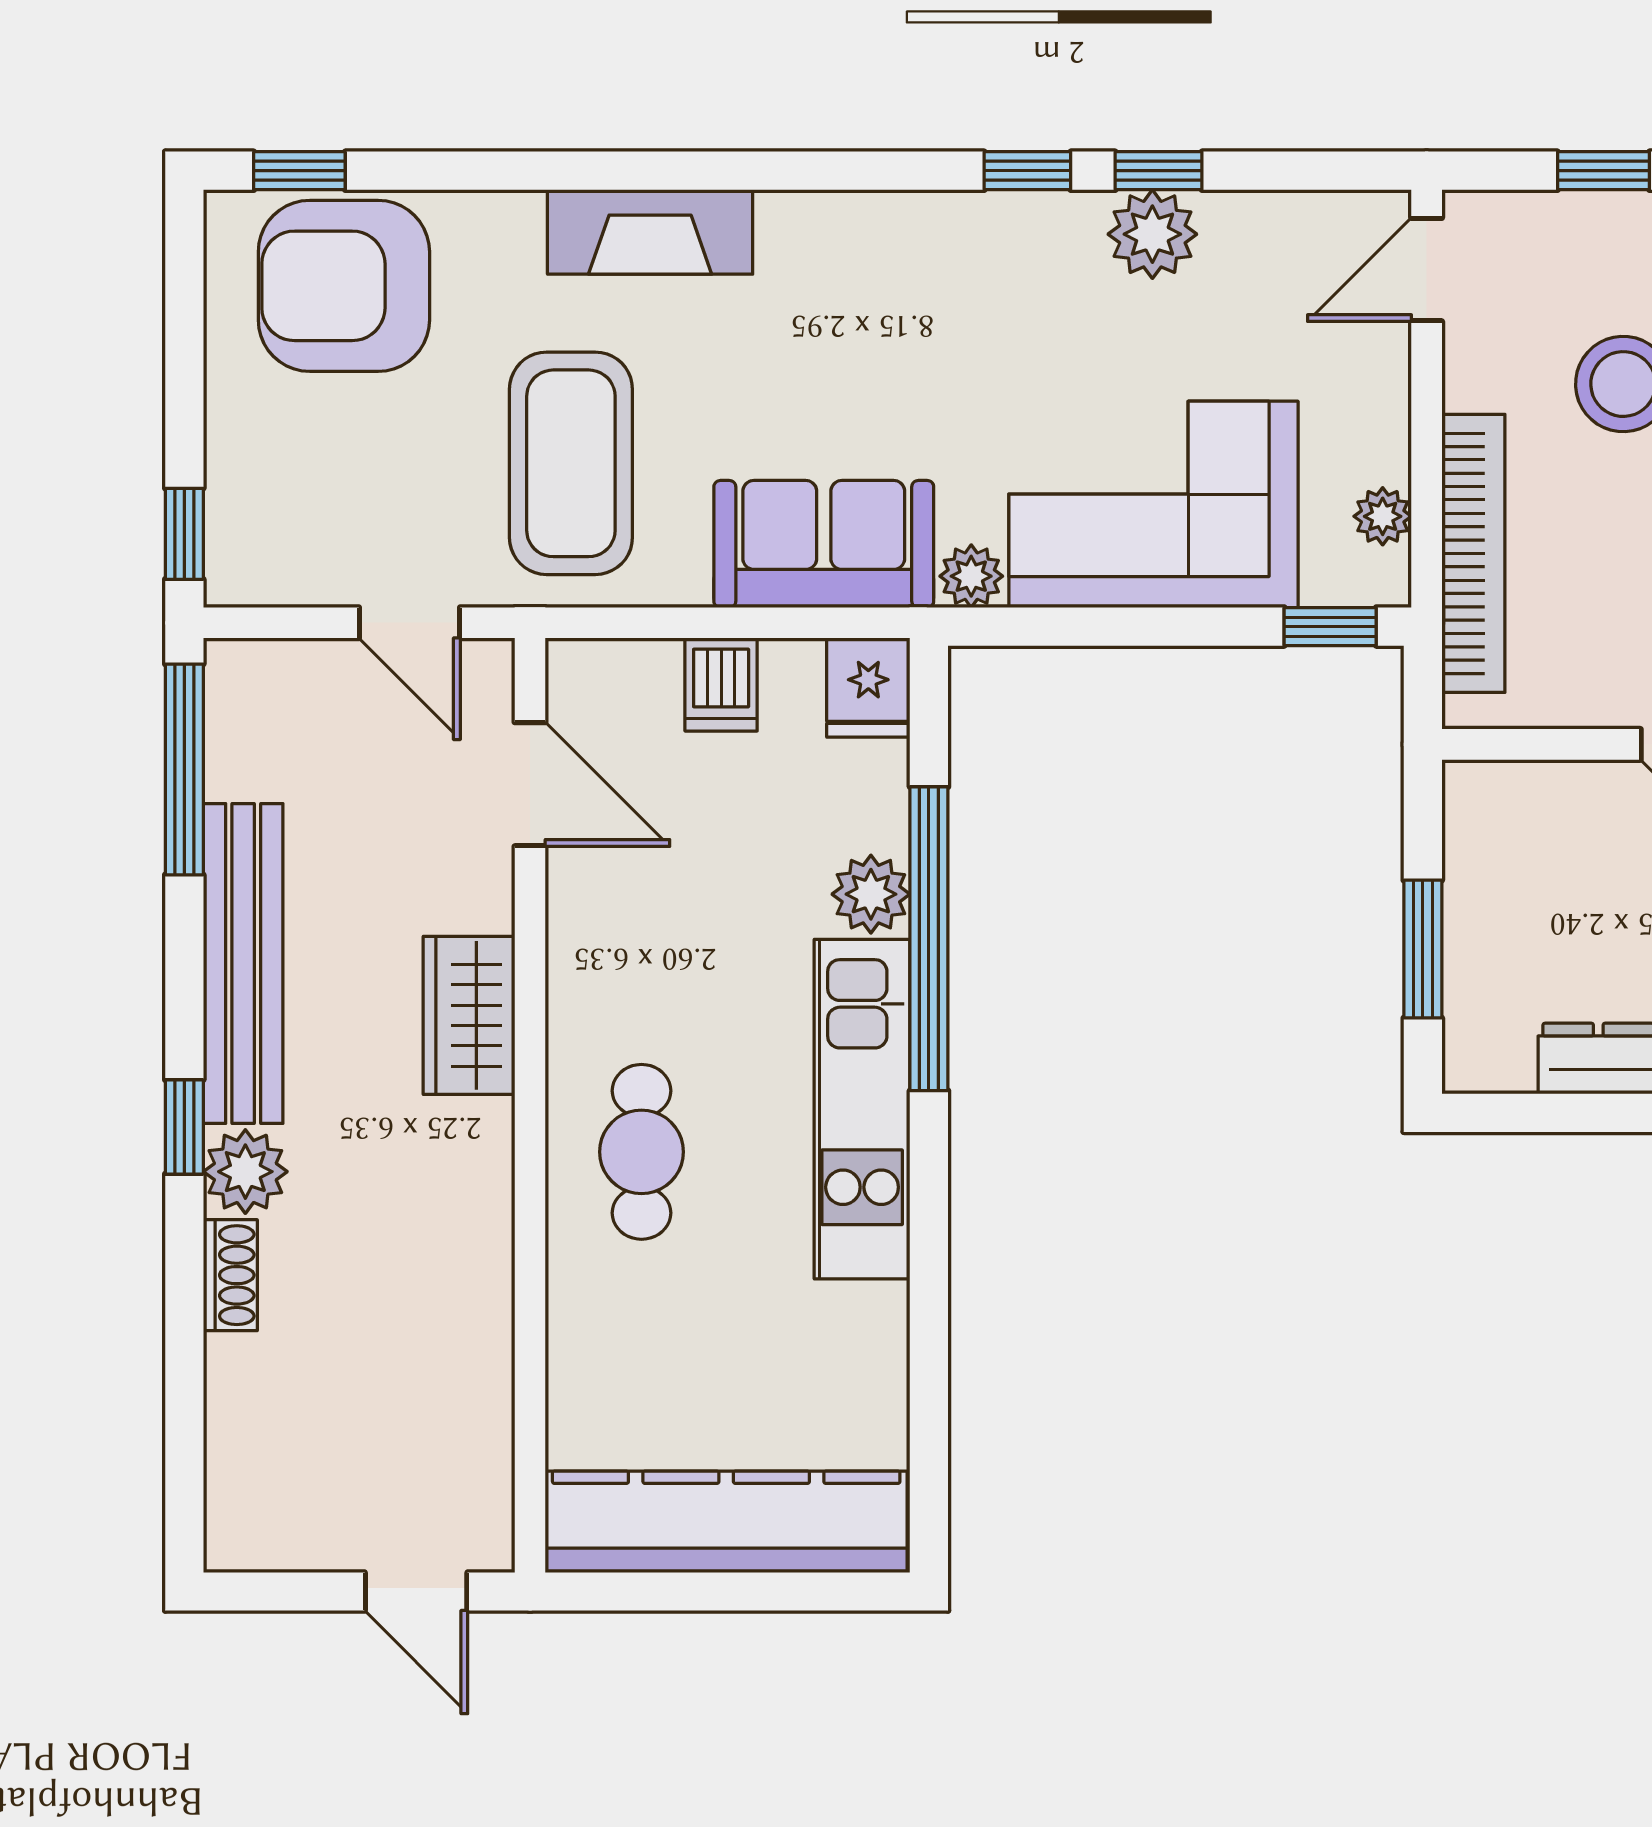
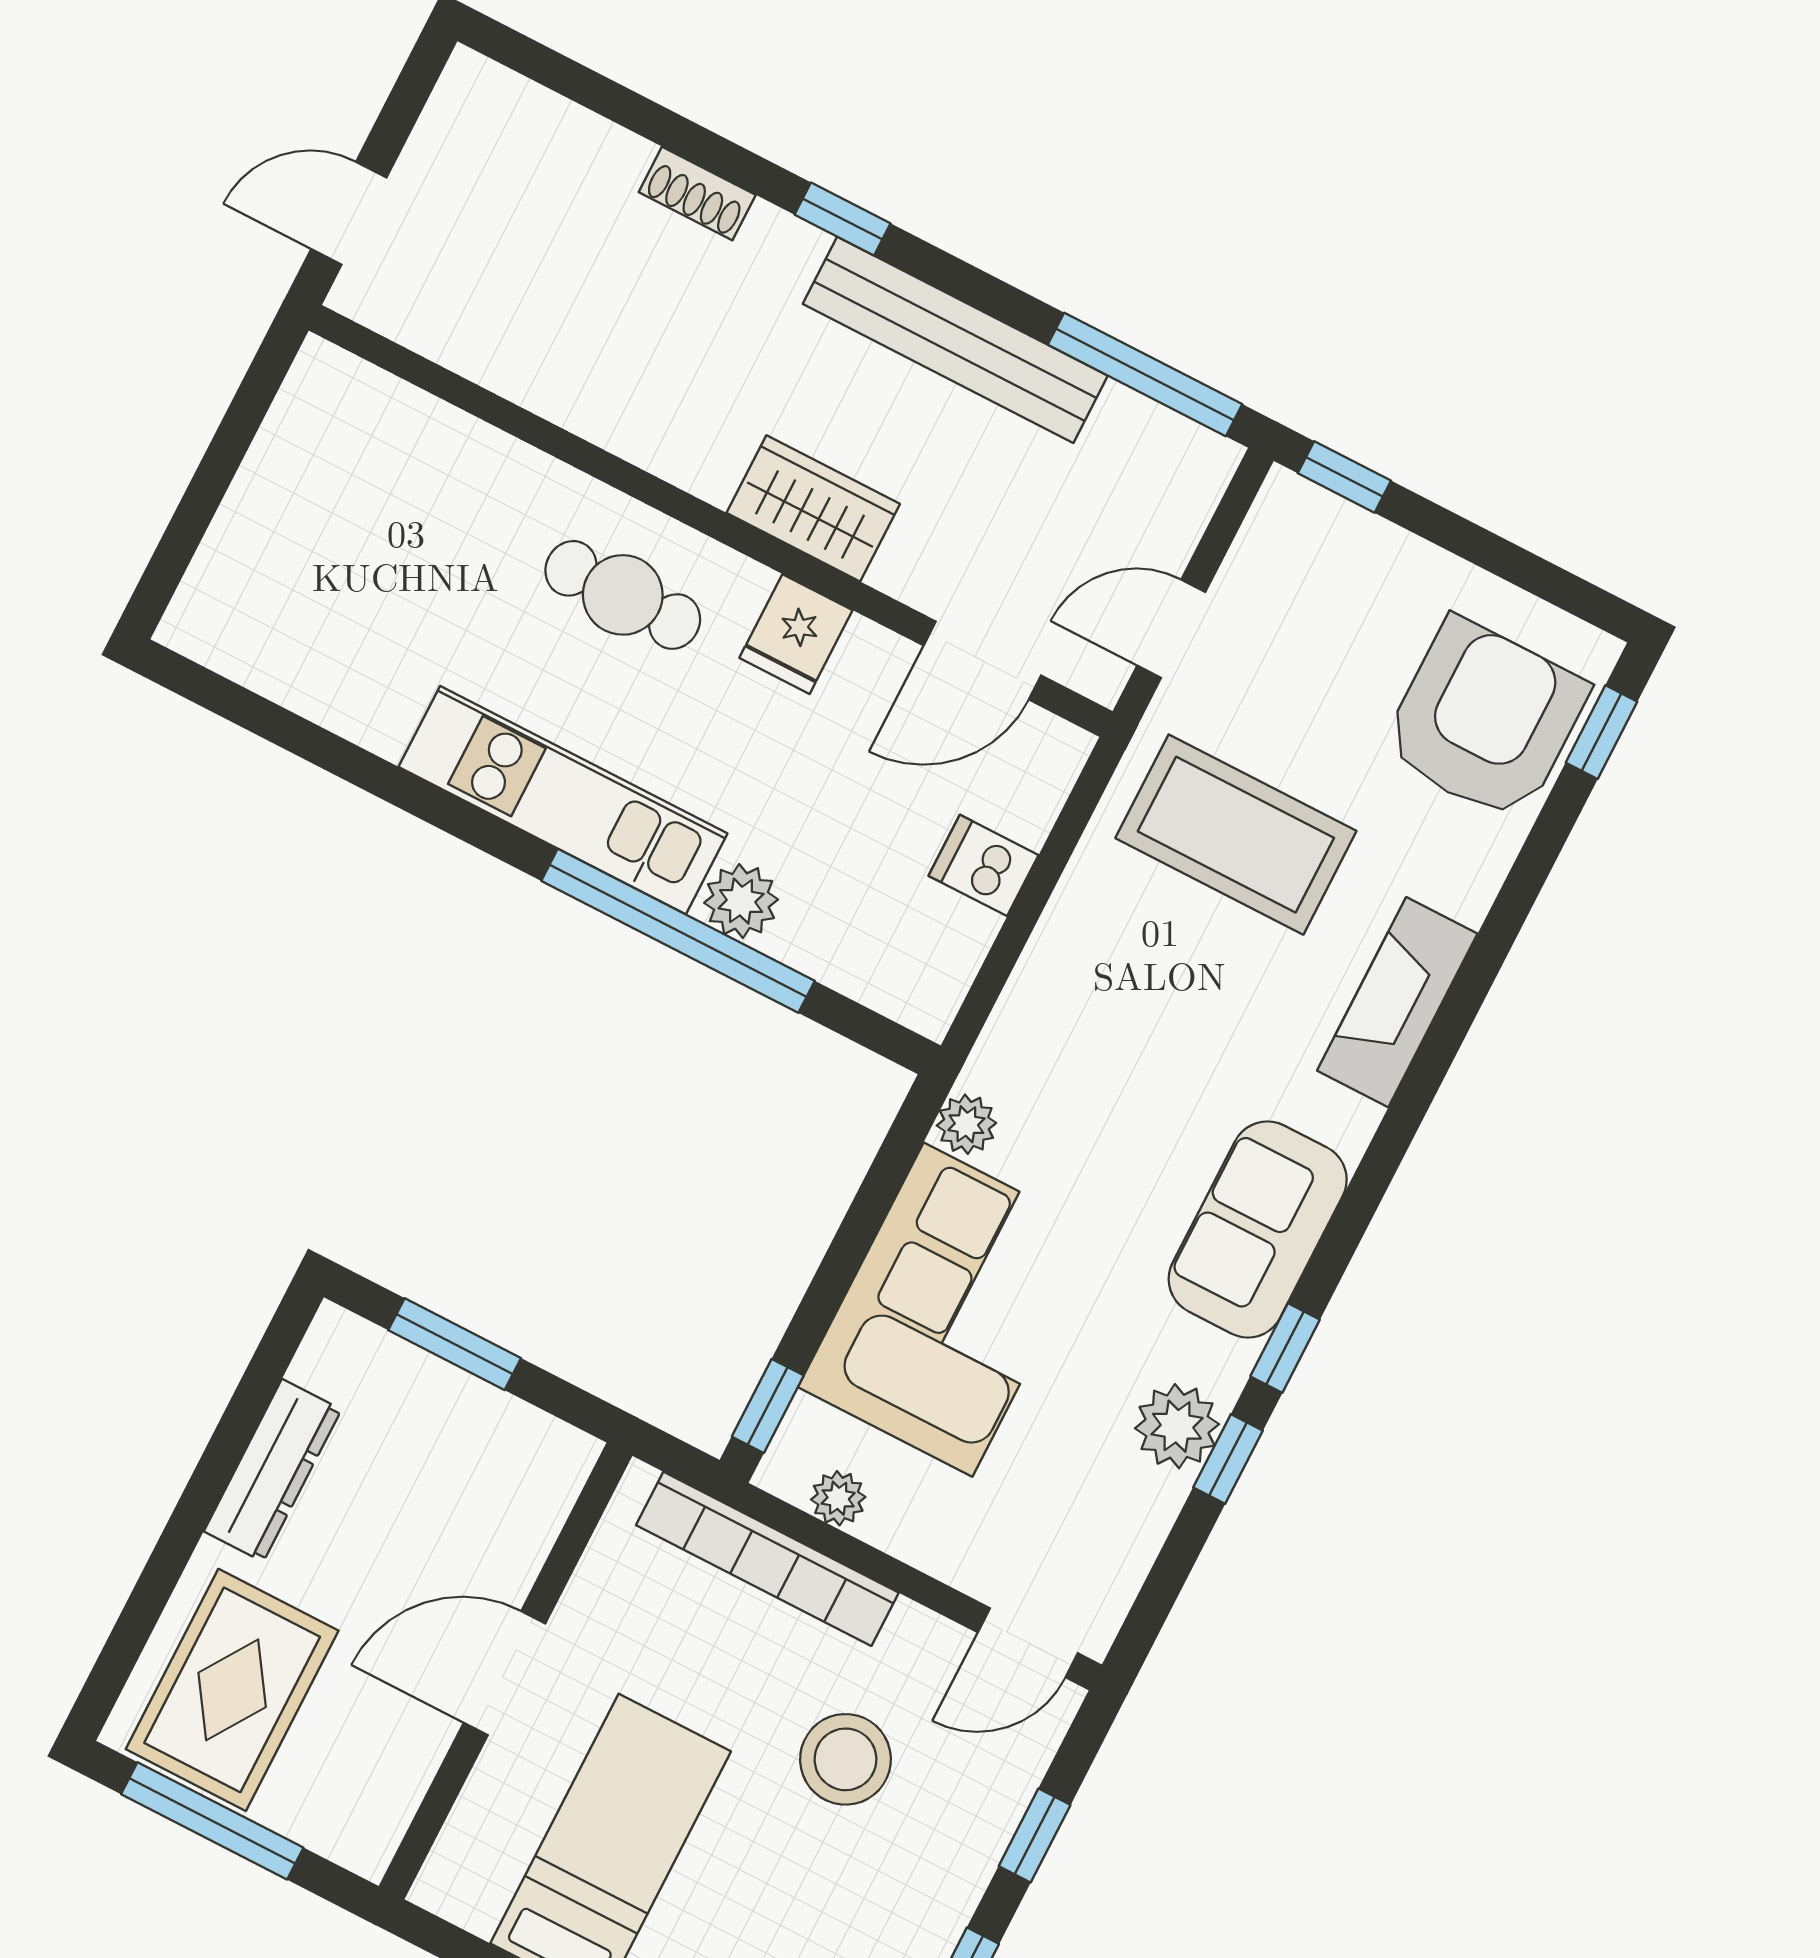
door: (1427, 270) -> (1028, 1643), swing flipped
sofa: (824, 544) -> (1258, 1229), moved, turned 180
fridge: (868, 688) -> (796, 634), moved, turned -90
plant: (245, 1172) -> (778, 251), removed
kitchen counter: (726, 1522) -> (273, 506), removed

